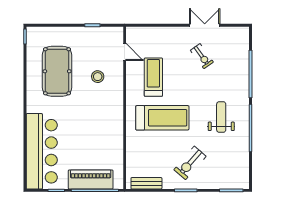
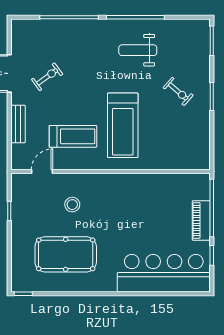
treadmill: (153, 77) -> (73, 136), turned 180
weight bench: (221, 117) -> (138, 50), moved
treadmill: (162, 118) -> (123, 125), turned 180
exercise bike: (190, 163) -> (178, 91), width x0.73, depth x0.72
piano: (91, 179) -> (201, 220), width x0.73, depth x0.75
bench: (146, 183) -> (18, 124), moved

